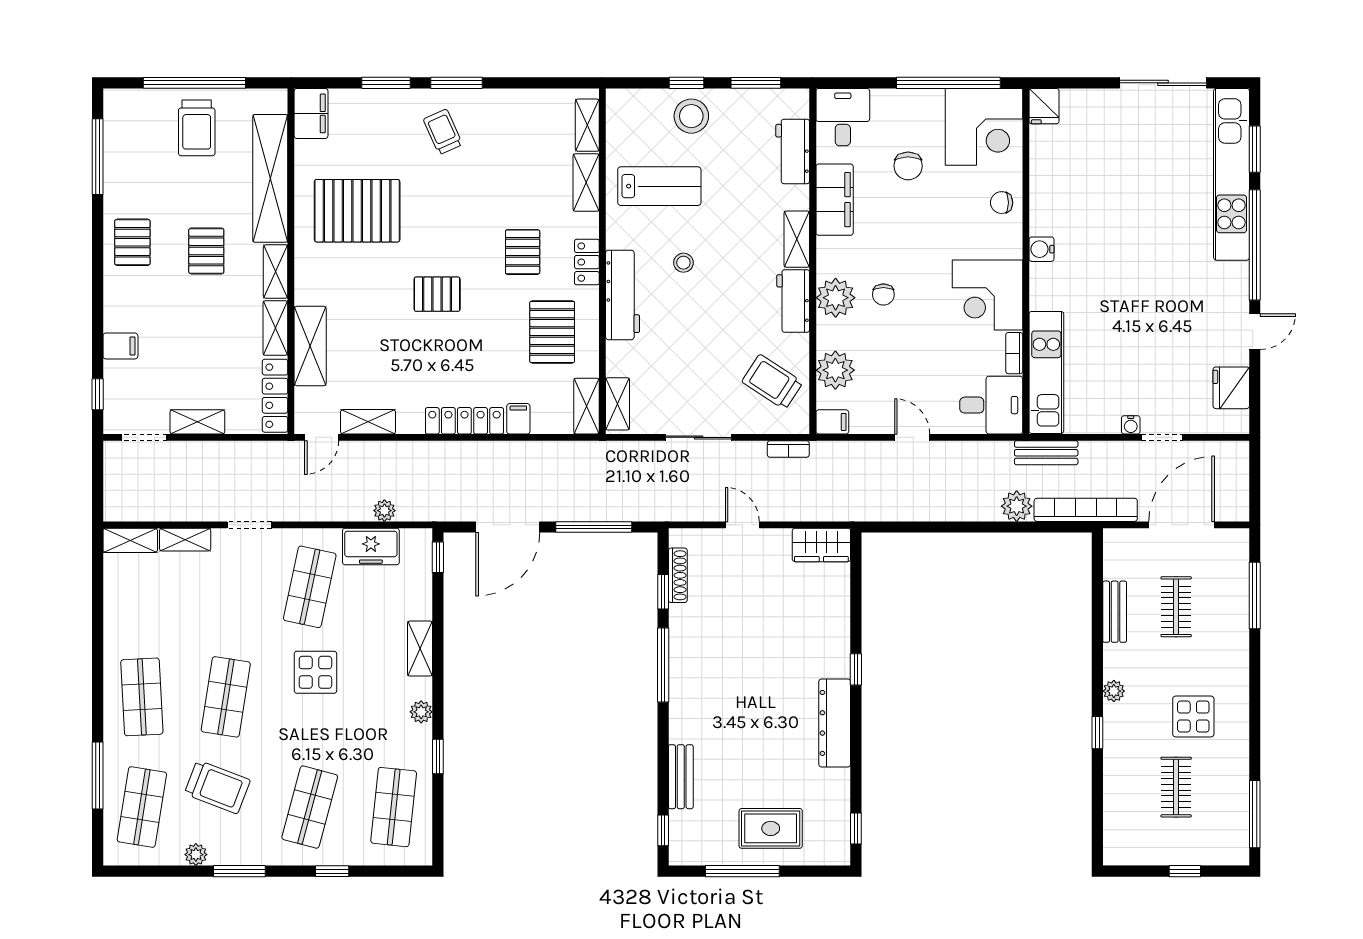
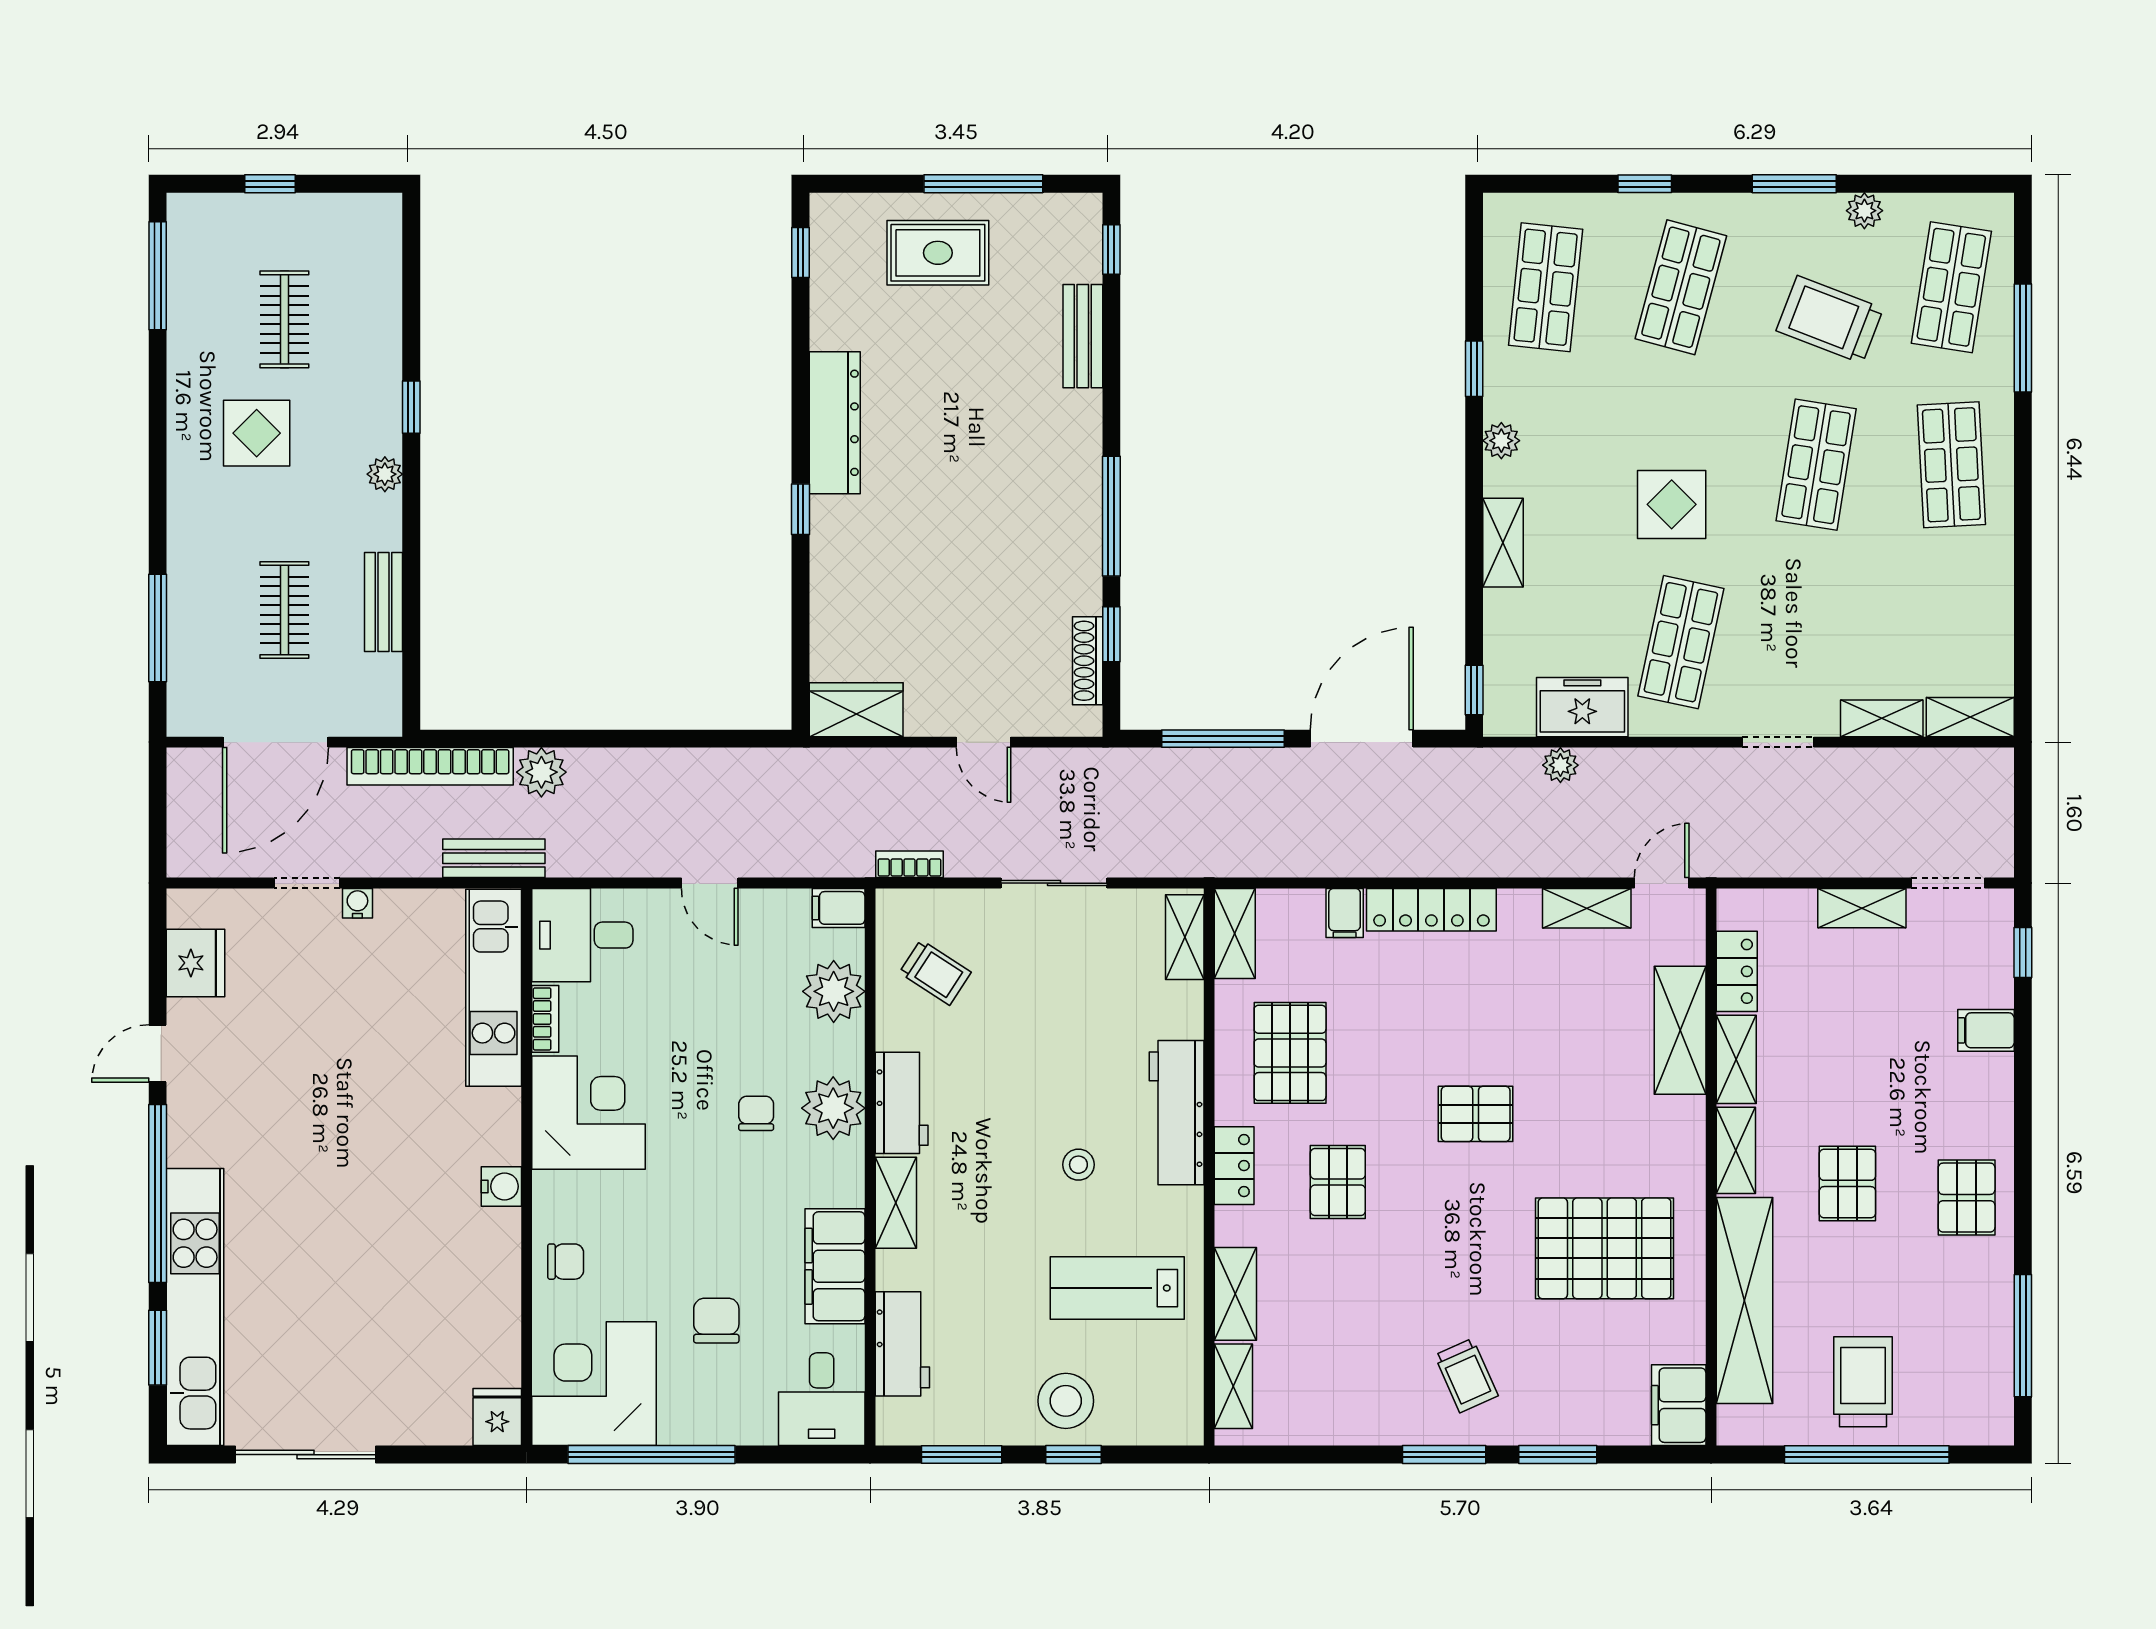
trolley: (772, 382) -> (935, 972), width x0.73, depth x0.72
locker: (275, 396) -> (1737, 971), width x0.66

